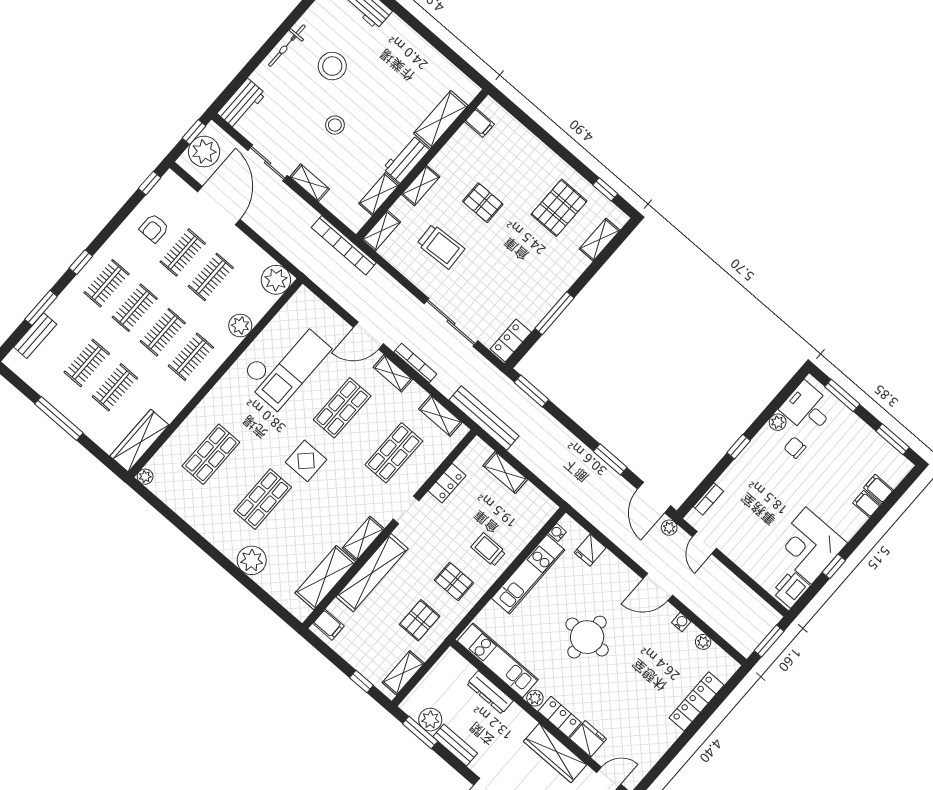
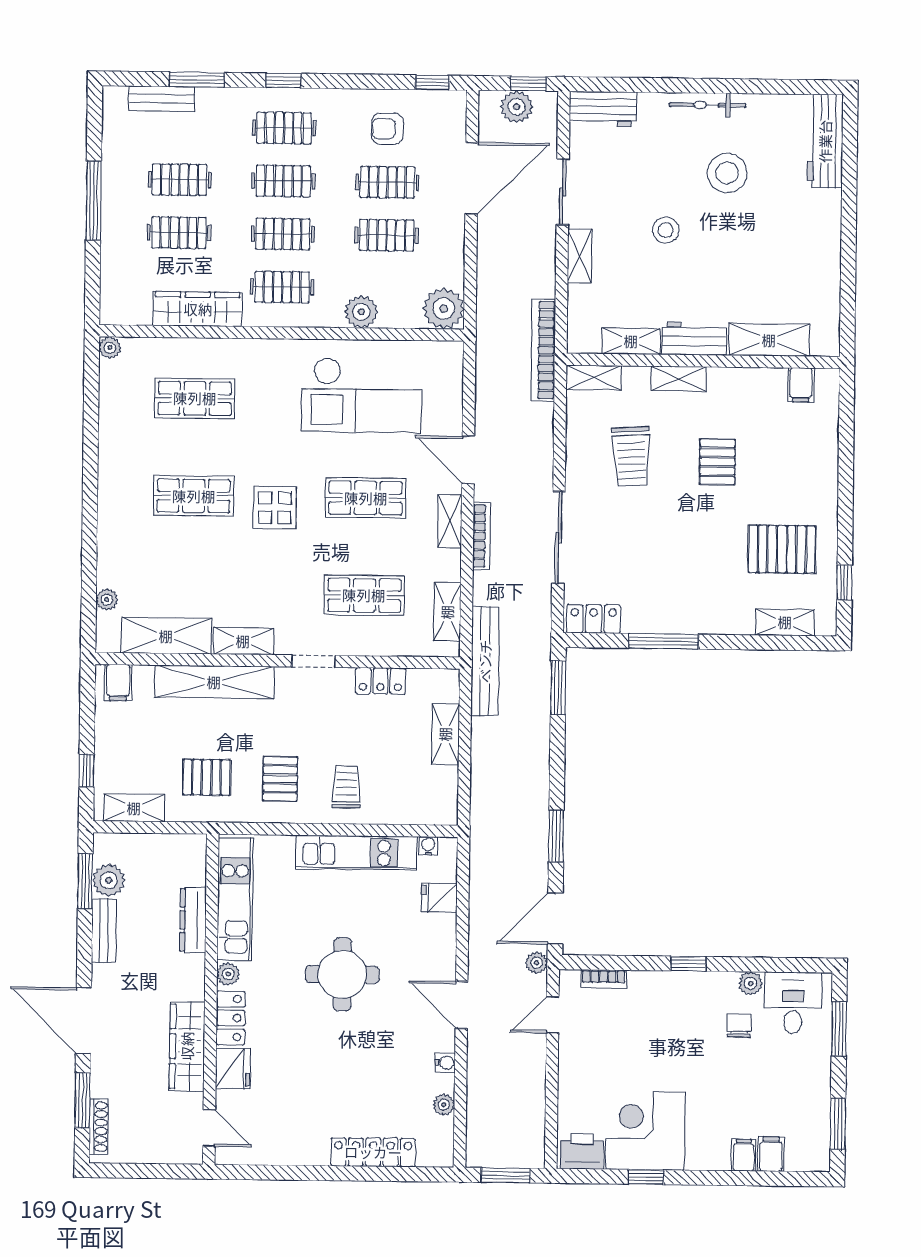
plant: (204, 152) -> (517, 107), width x0.73, depth x0.73
wardrobe: (139, 441) -> (198, 309), moved
plant: (252, 560) -> (107, 600), moved, width x0.53, depth x0.53

